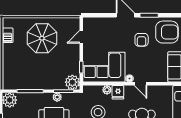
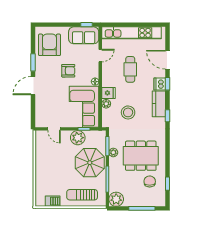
parasol: (42, 38) -> (90, 163), moved
armchair: (142, 40) -> (68, 71), moved
sun lounger: (14, 65) -> (82, 195), added
plant: (72, 82) -> (78, 138), moved
door: (140, 84) -> (100, 56), moved

